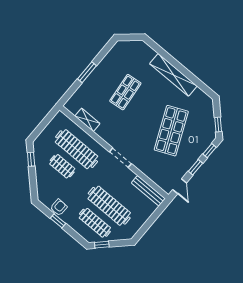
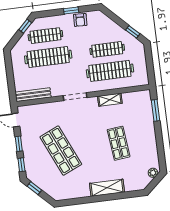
plant: (124, 45) -> (153, 173), added
window: (87, 72) -> (156, 110), moved
shelving: (173, 75) -> (107, 188), width x0.68
shelving: (87, 120) -> (110, 100), moved
clothes rail: (62, 166) -> (107, 49), width x1.36

